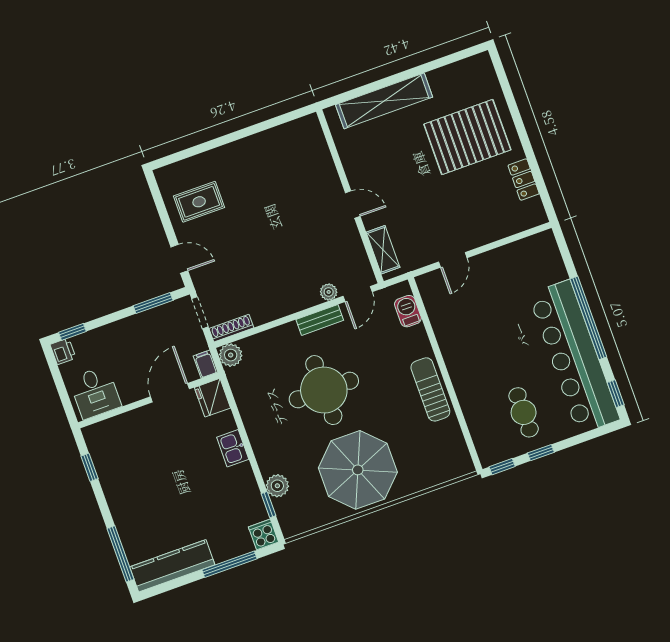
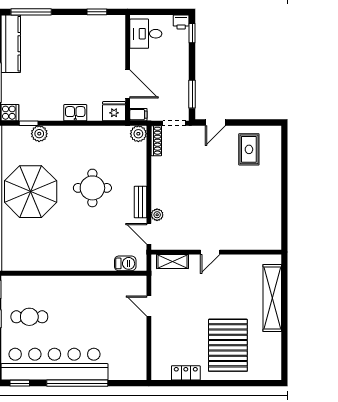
sun lounger: (430, 389) -> (67, 260), removed
round table: (324, 390) -> (92, 188), width x0.73, depth x0.73

